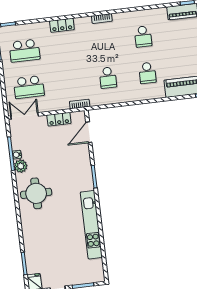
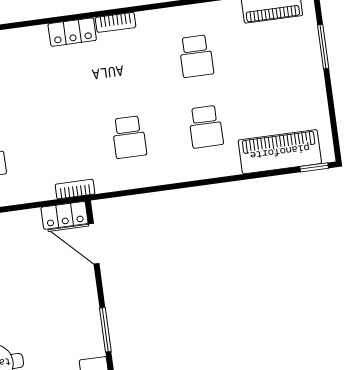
locker: (62, 25) -> (72, 32), moved
locker: (59, 119) -> (65, 215), moved
door: (89, 132) -> (94, 244), hinge flipped

